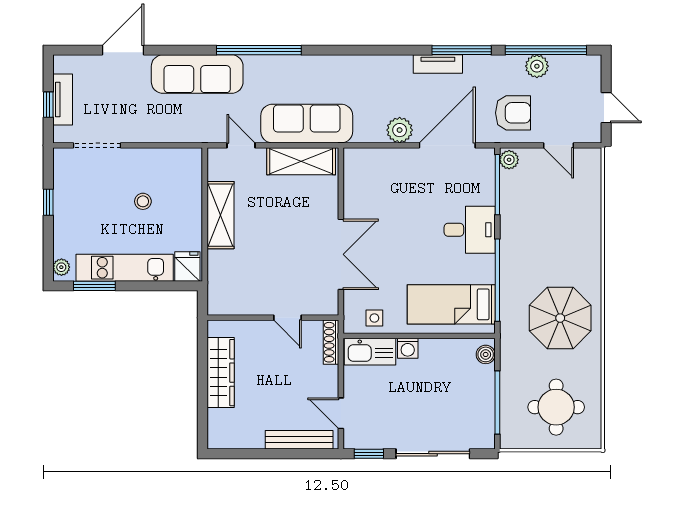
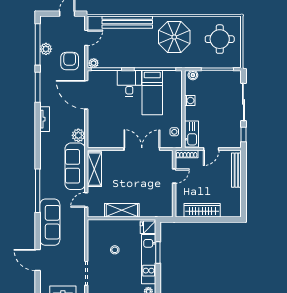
tv unit: (438, 64) -> (45, 119), moved
plant: (400, 130) -> (78, 135), moved
bench: (589, 226) -> (127, 22), added
window: (94, 286) -> (158, 253), moved
bed: (451, 304) -> (152, 93), moved
washing machine: (408, 348) -> (190, 101), moved
door: (341, 413) -> (211, 149), moved

